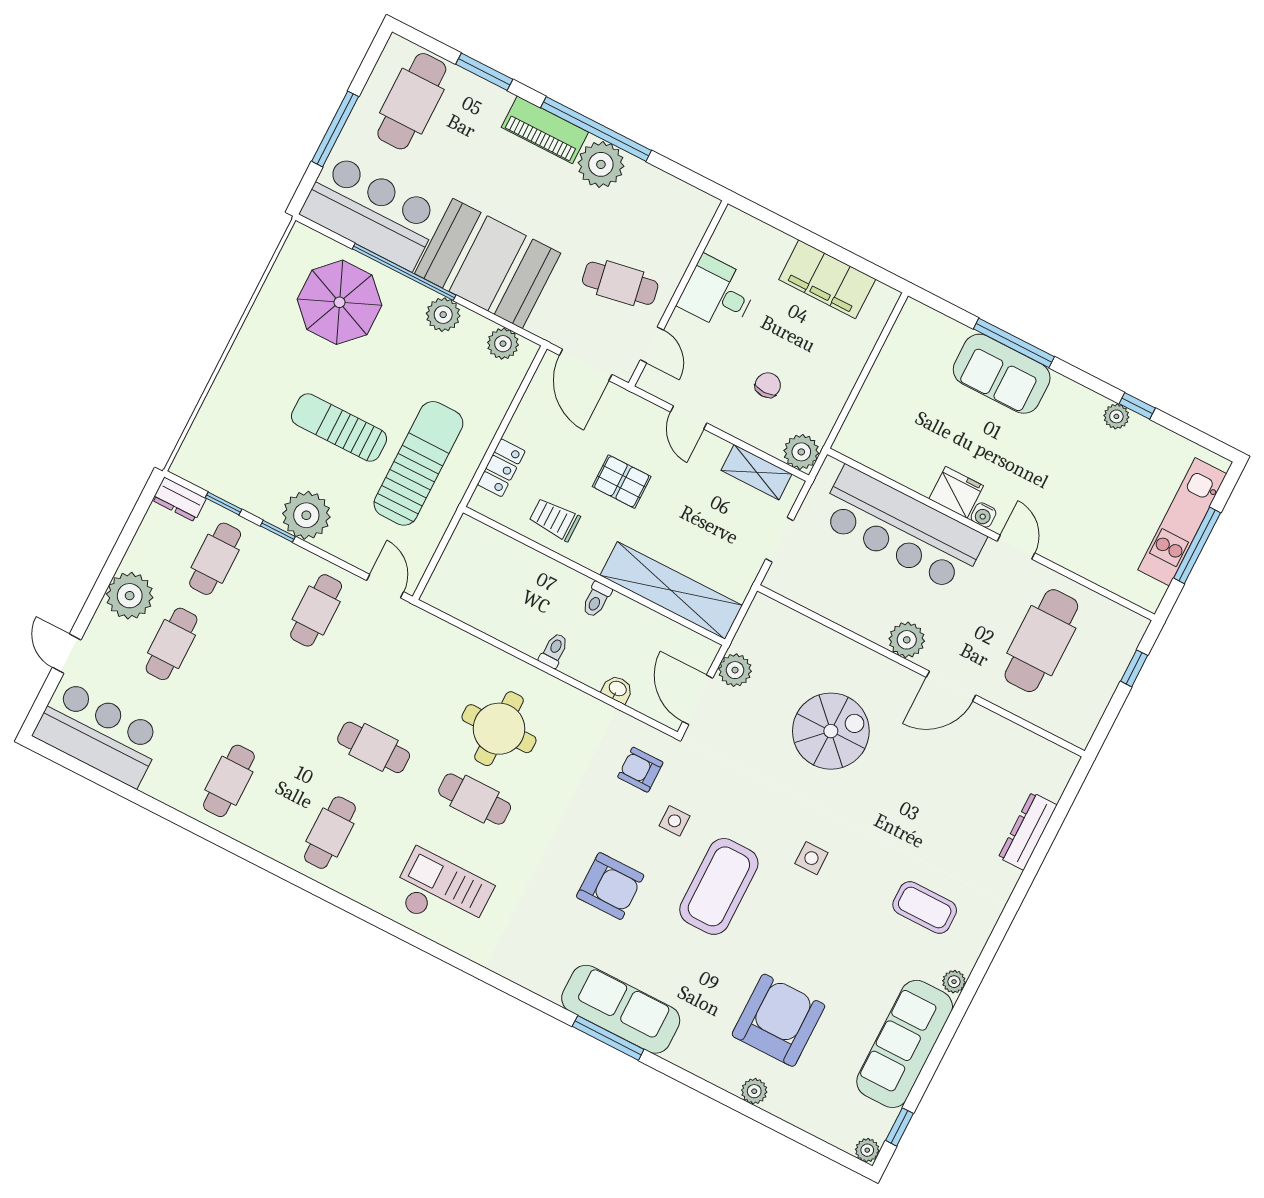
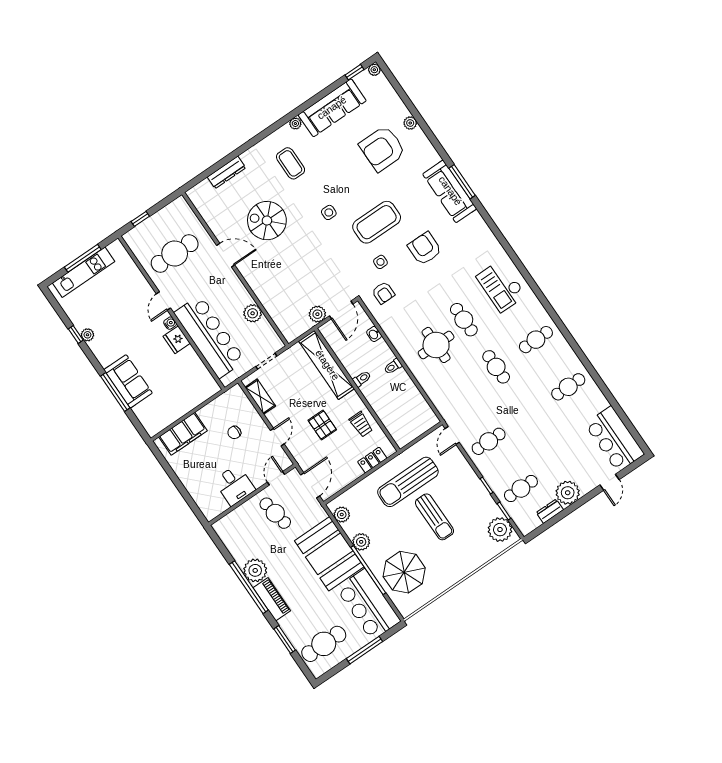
filing cabinet: (827, 279) -> (183, 434), moved, turned 90
plant: (801, 452) -> (236, 395), removed
dresser: (179, 499) -> (550, 511), moved, turned -90
plant: (306, 515) -> (500, 530), moved
plant: (907, 640) -> (253, 313), moved
cafe table: (172, 644) -> (561, 461), removed
spiral stairs: (831, 731) -> (267, 221), moved

